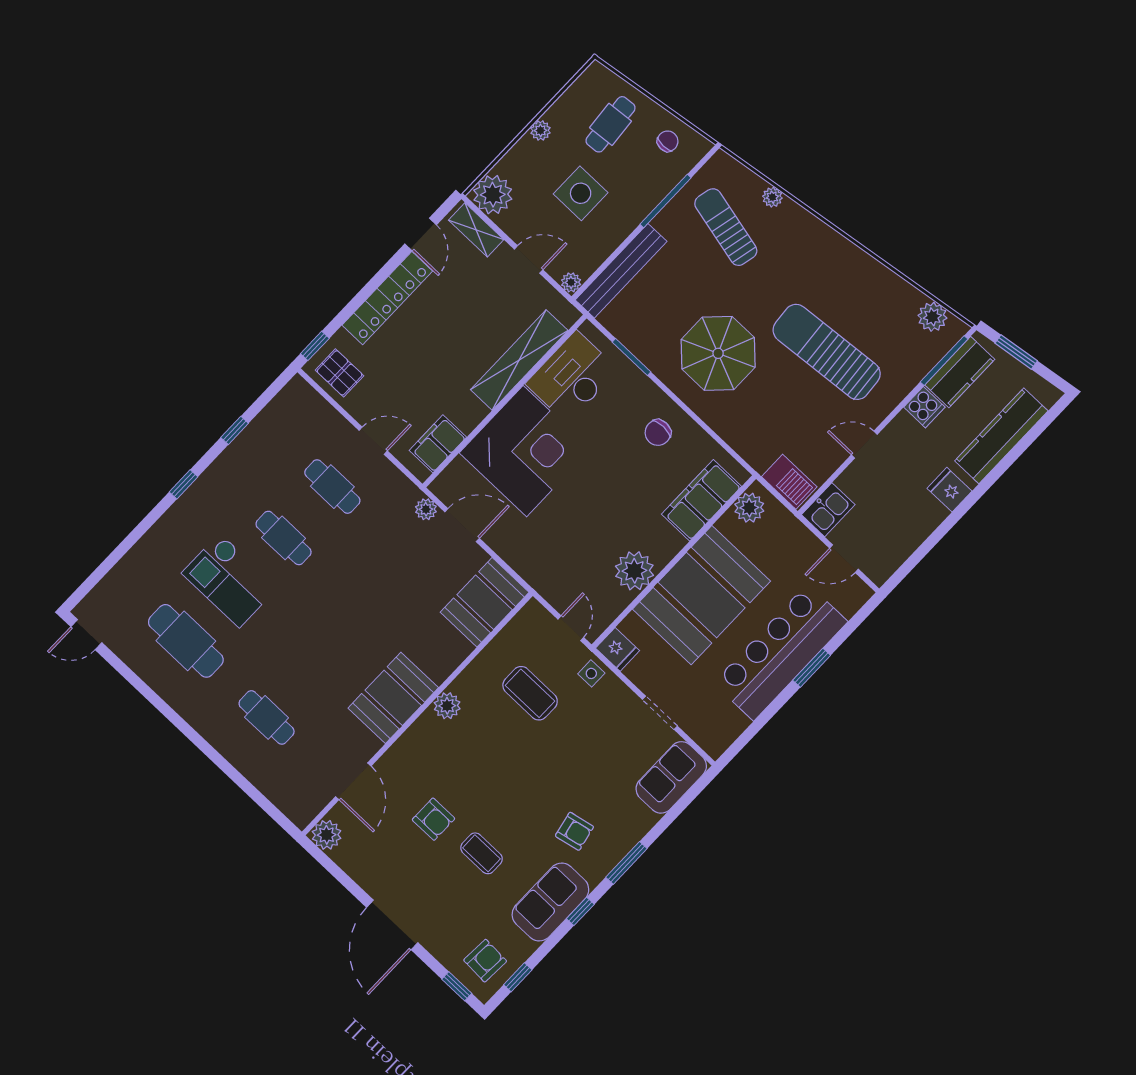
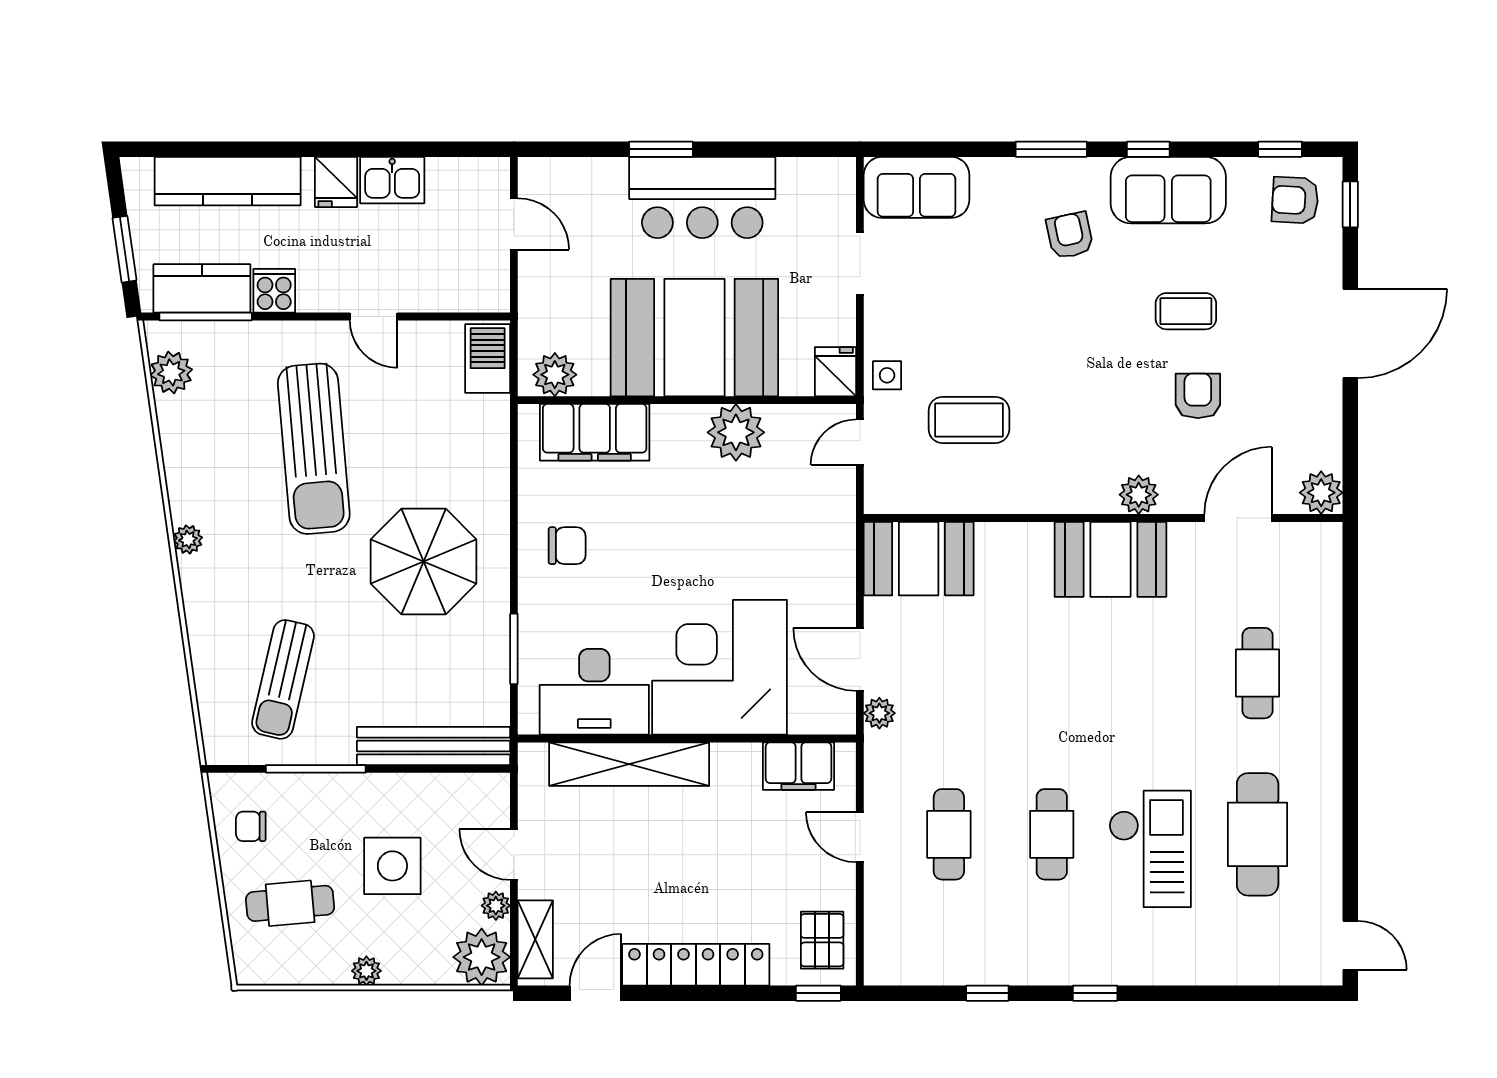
plant: (772, 197) -> (188, 539), moved
plant: (571, 282) -> (496, 906), moved
kitchen sink: (828, 510) -> (392, 180), moved, turned 180
bar counter: (781, 652) -> (702, 197), width x0.73
coffee table: (530, 693) -> (969, 420), turned 90
plant: (447, 706) -> (1139, 495), moved
coffee table: (482, 853) -> (1186, 311), turned 90

